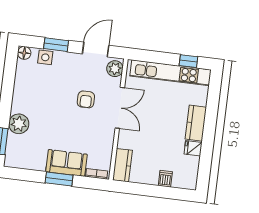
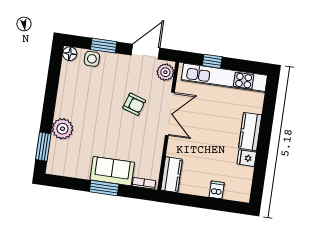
window: (188, 61) -> (212, 61), moved
armchair: (86, 99) -> (134, 104), turned -72

